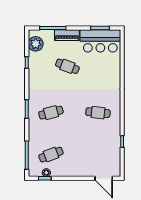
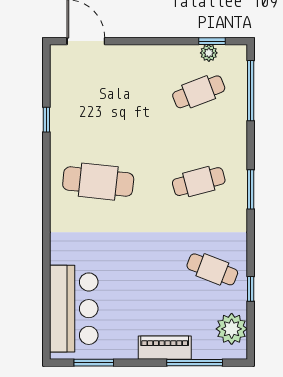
bar counter: (100, 41) -> (74, 309), moved, turned 90
cafe table: (67, 66) -> (212, 269), moved
cafe table: (98, 113) -> (98, 182), width x1.37, depth x1.35

